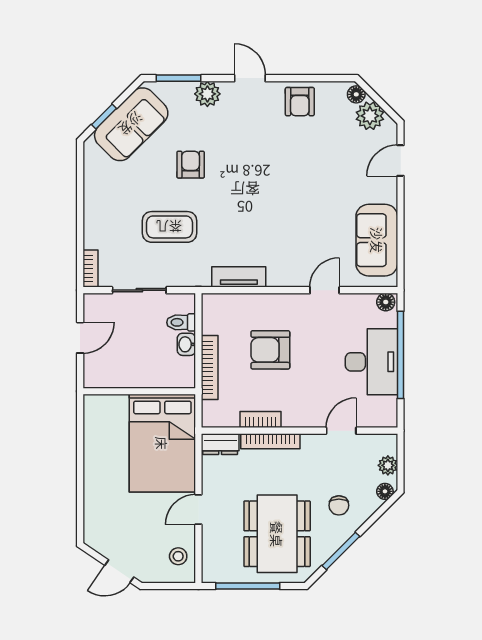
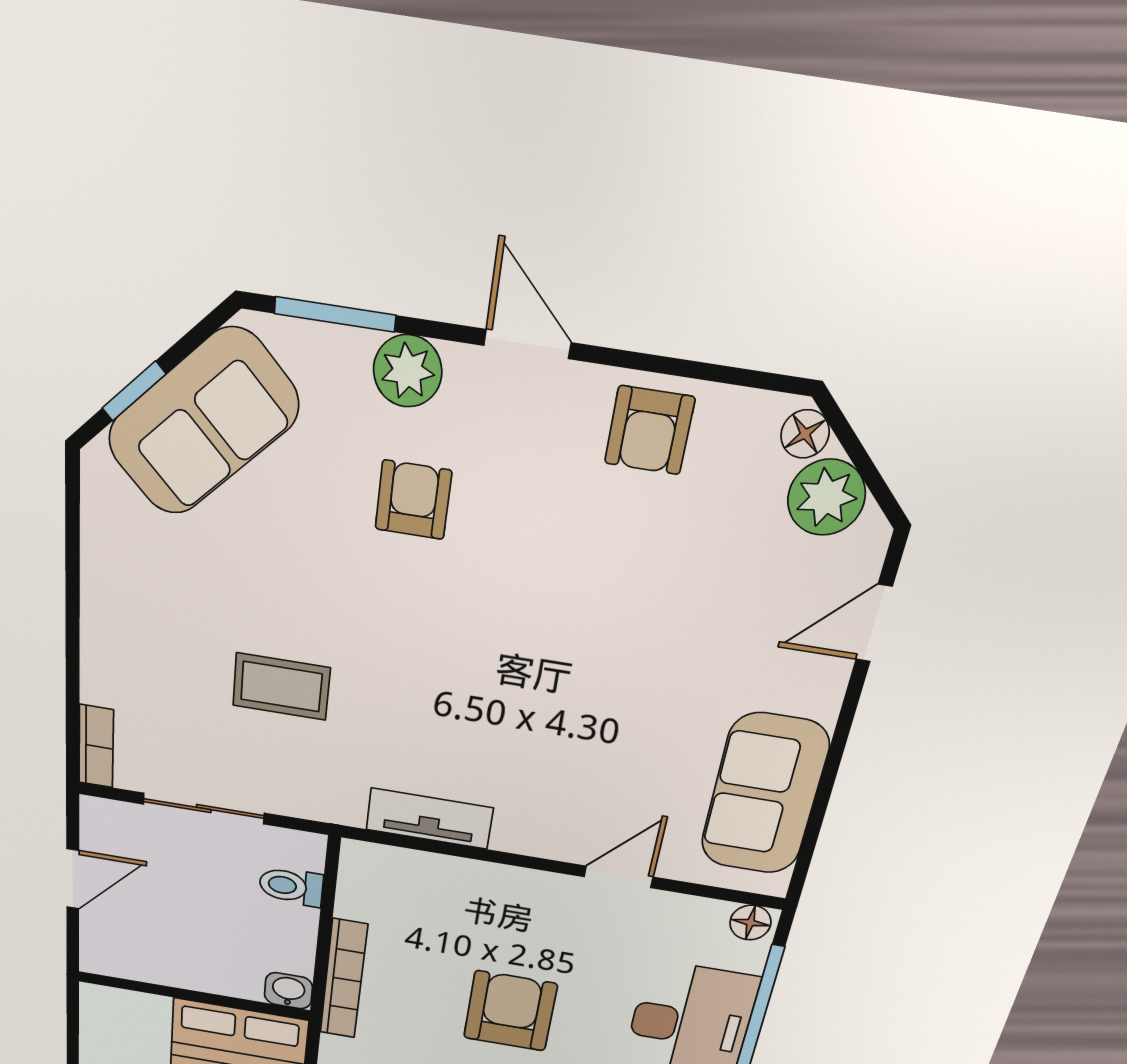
armchair: (191, 165) -> (413, 500), moved
coffee table: (169, 227) -> (281, 687), width x0.73, depth x0.77
washbasin: (186, 344) -> (288, 991), moved, turned 90
armchair: (270, 350) -> (510, 1011), moved, turned 90

